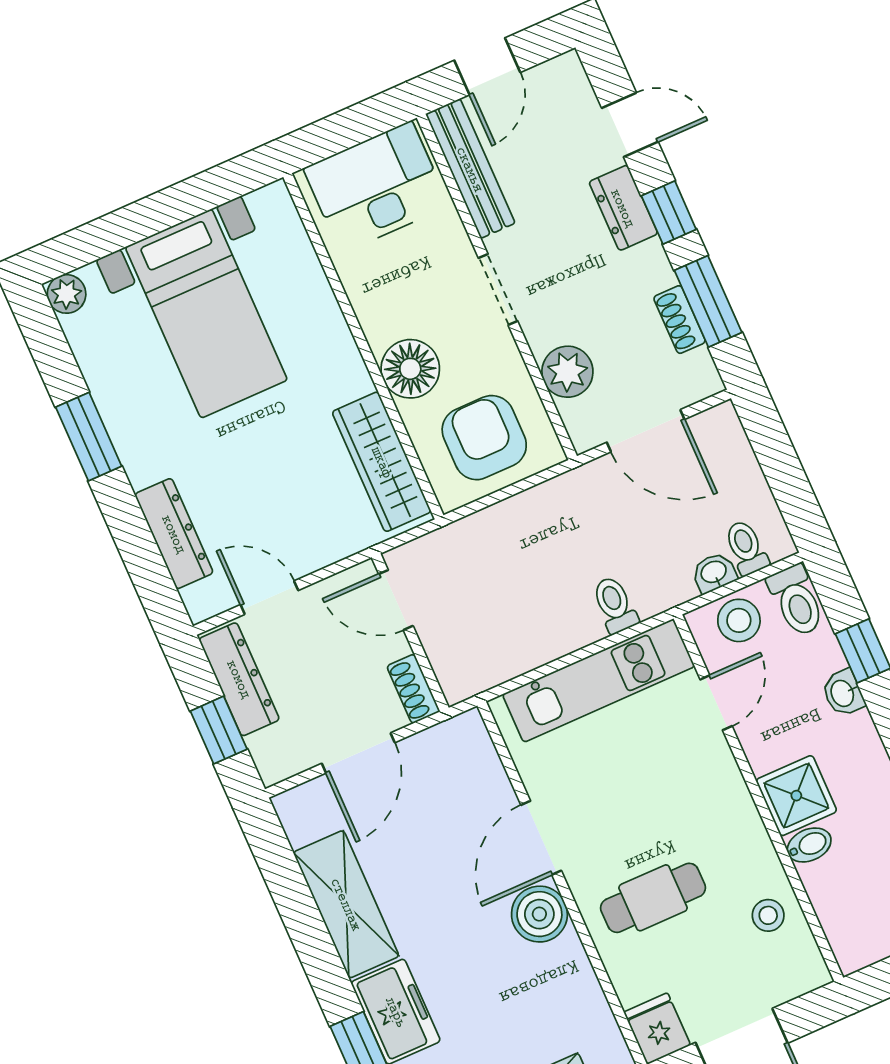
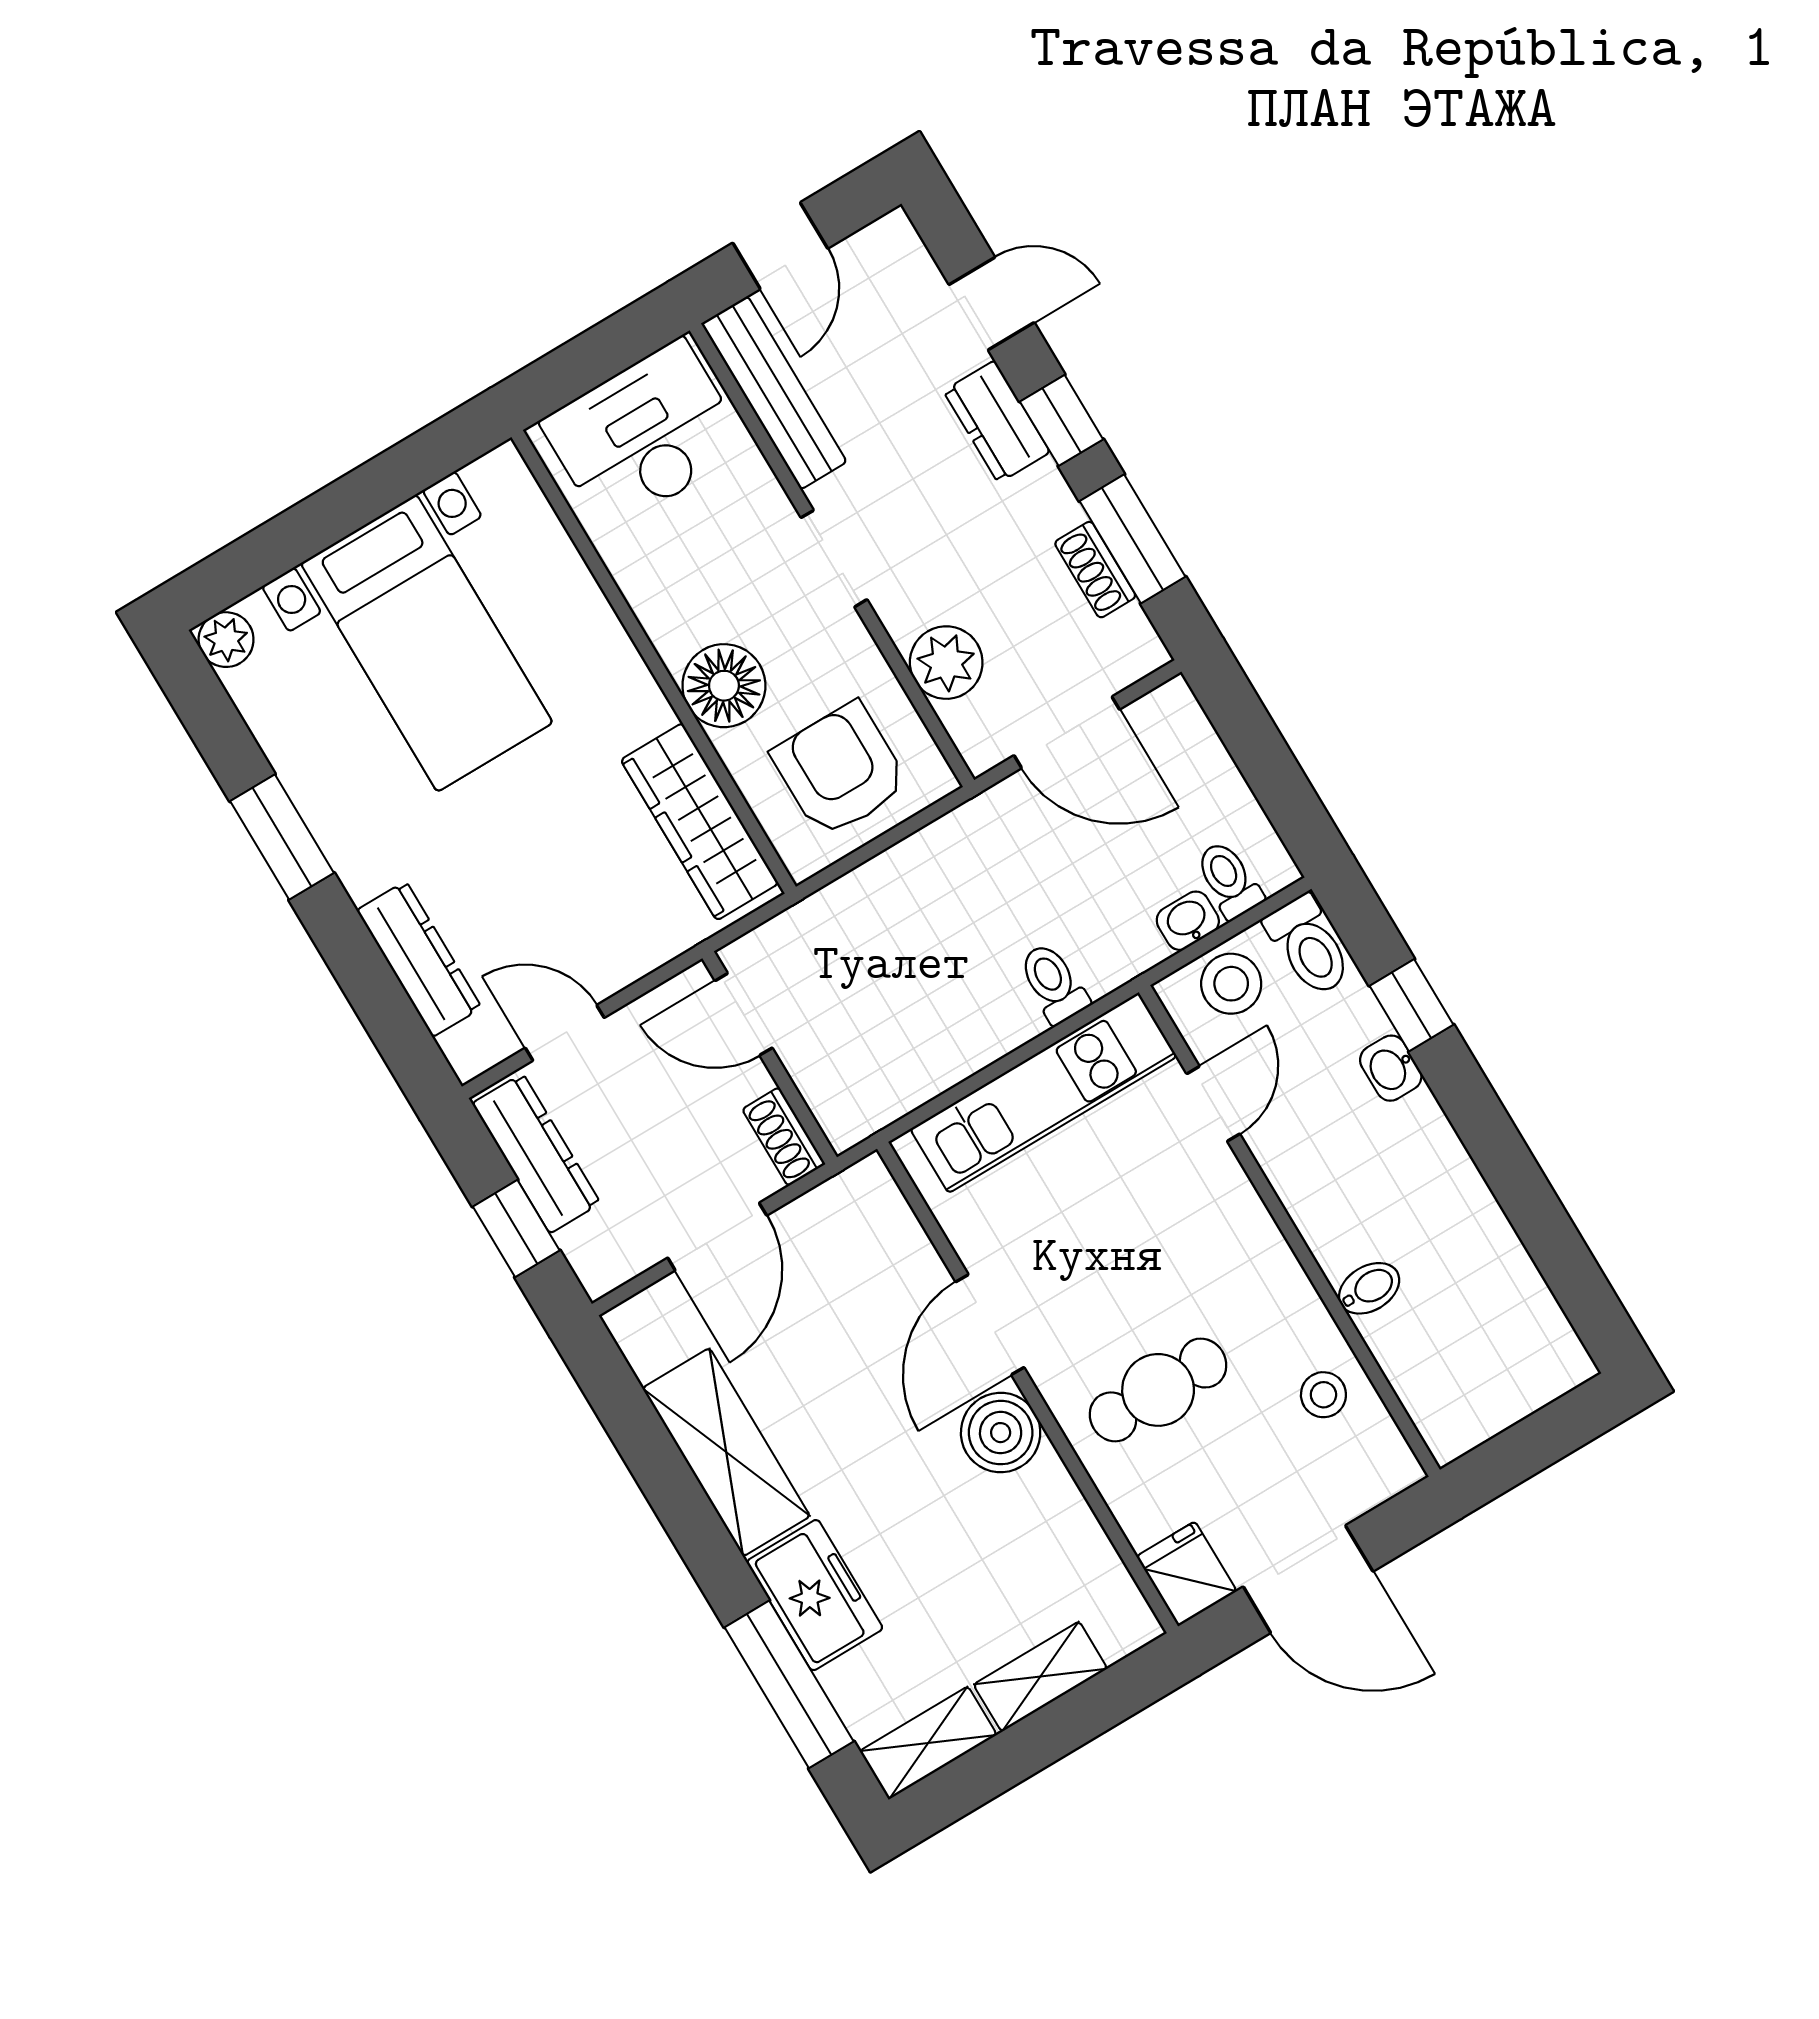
shower: (796, 796) -> (1343, 1221), removed

